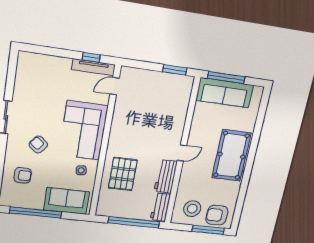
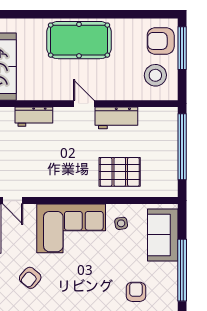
armchair: (38, 145) -> (30, 278), moved
workbench: (160, 207) -> (34, 117), moved
armchair: (217, 215) -> (161, 41), turned 90

